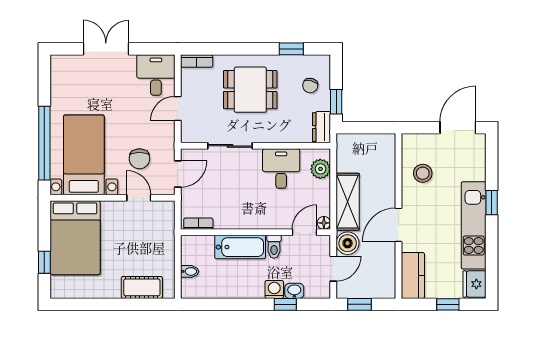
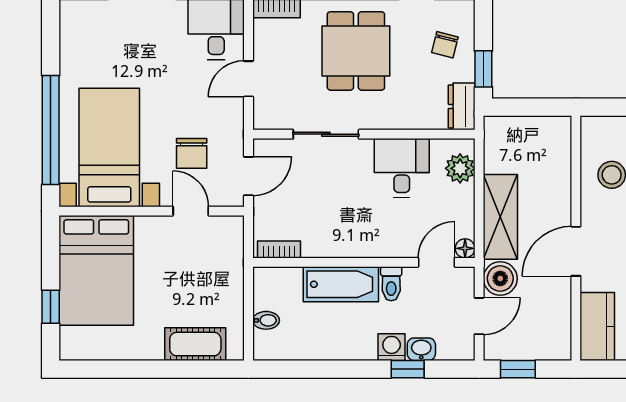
dining table: (250, 90) -> (356, 51), turned 90

